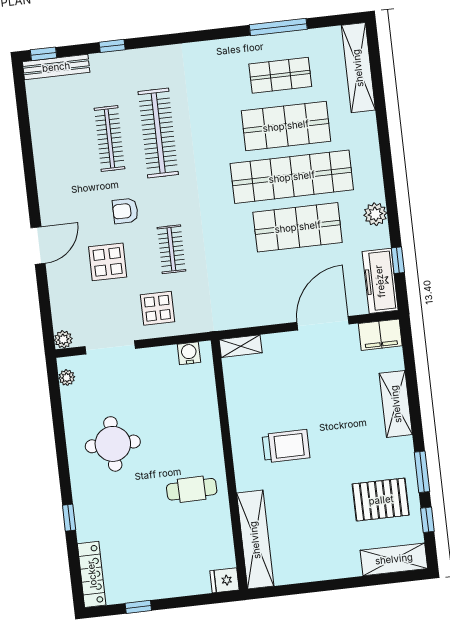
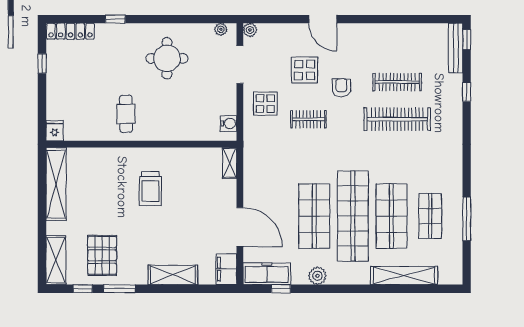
shelving: (358, 68) -> (404, 276), moved
shelving: (255, 540) -> (56, 184), moved, turned 90

